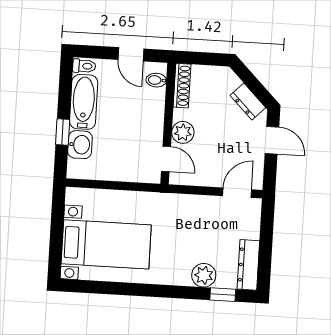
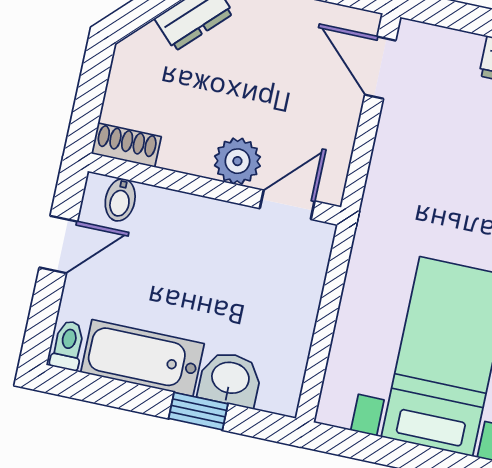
shoe rack: (182, 86) -> (126, 145), width x0.70

